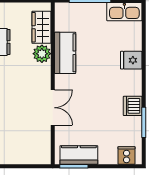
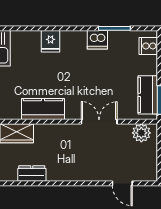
plant: (42, 54) -> (141, 133), moved

